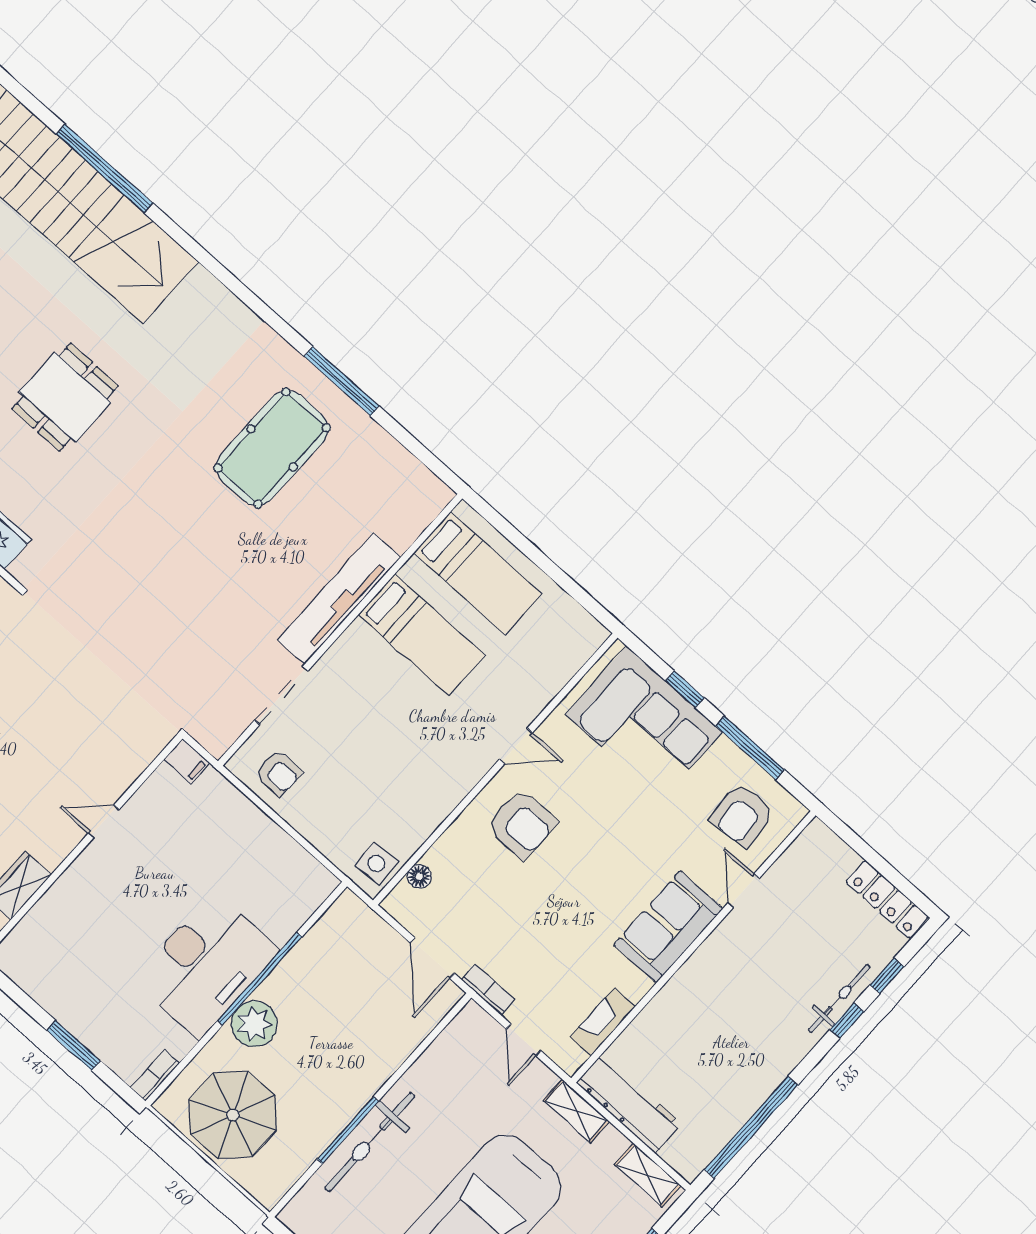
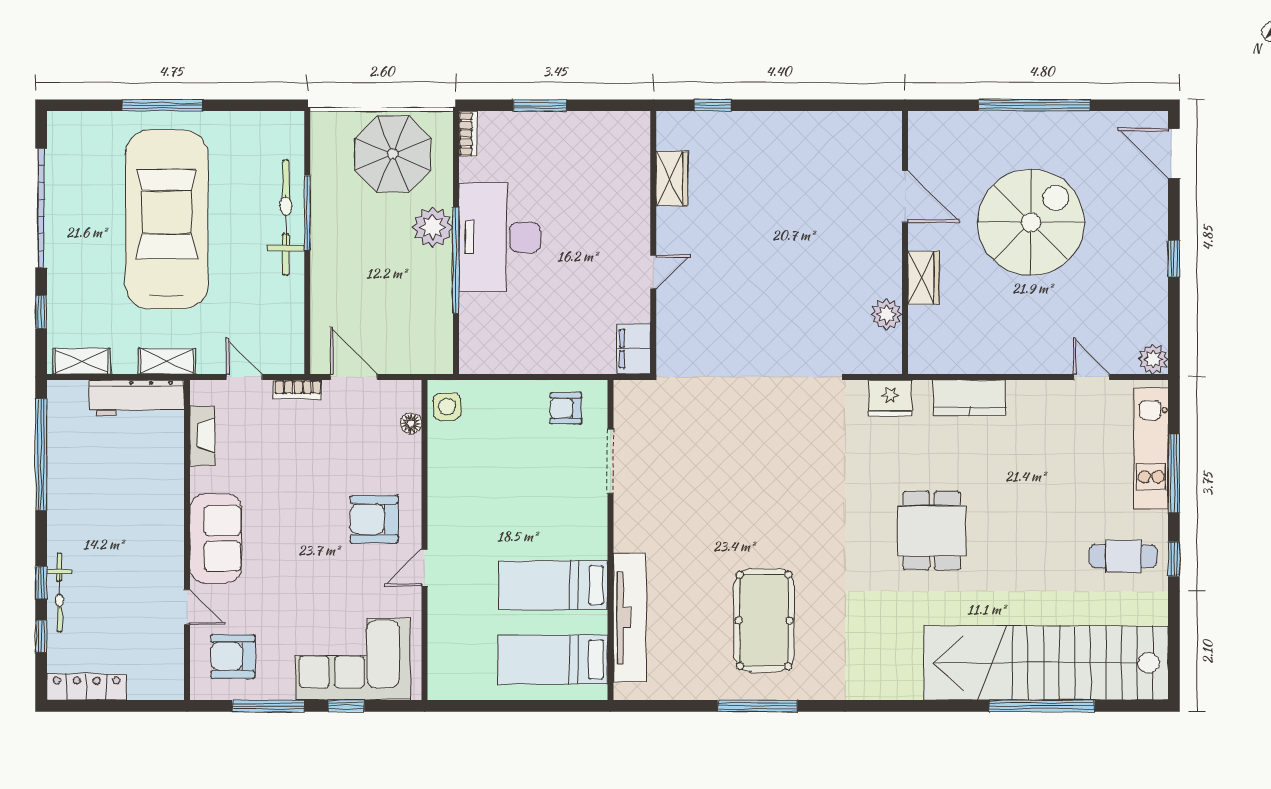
tv unit: (339, 598) -> (630, 618), moved
filing cabinet: (187, 762) -> (634, 349), width x2.00
armchair: (742, 815) -> (233, 656), turned -85

